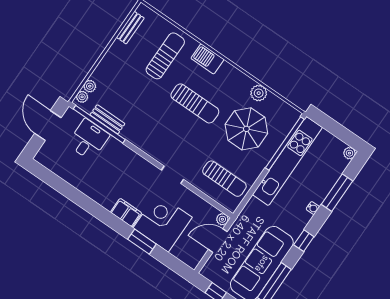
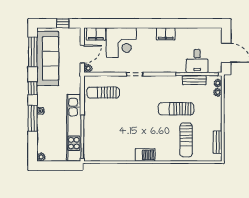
barbecue: (207, 59) -> (145, 155), moved
plant: (259, 93) -> (117, 156), removed
sun lounger: (195, 103) -> (176, 109), moved
parasol: (246, 129) -> (110, 130), removed
window: (337, 193) -> (33, 118), moved
filing cabinet: (126, 213) -> (166, 34), moved
window: (142, 242) -> (126, 23), removed
filing cabinet: (185, 253) -> (96, 34), added

